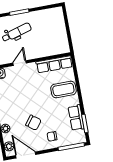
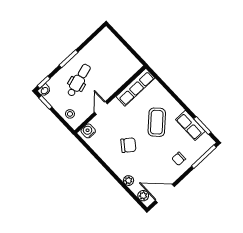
coffee table: (63, 90) -> (157, 122), moved, turned -44
chair: (33, 123) -> (128, 145), moved

